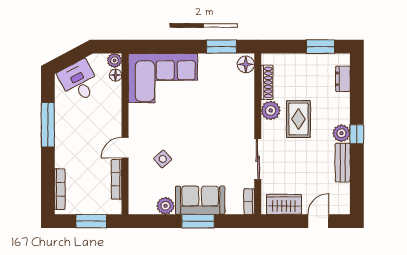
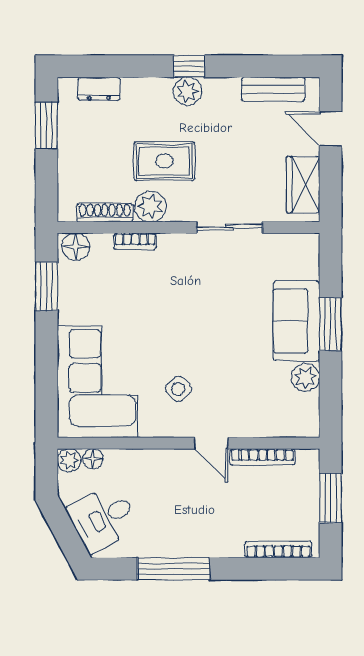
side table: (163, 159) -> (178, 389), moved
bench: (343, 163) -> (273, 89), moved
bookcase: (249, 202) -> (135, 241), moved

